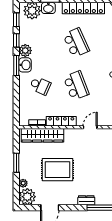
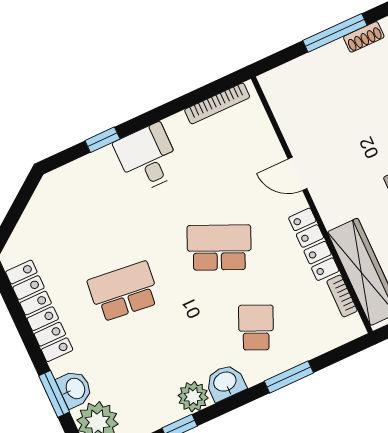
school desk: (76, 43) -> (124, 291), turned 30
window: (16, 66) -> (289, 377), moved
school desk: (76, 86) -> (219, 248), turned 45

